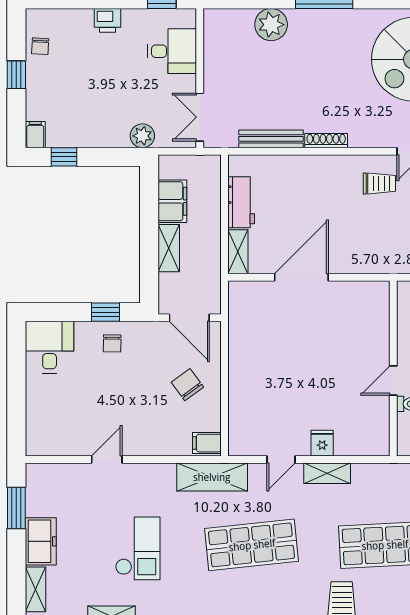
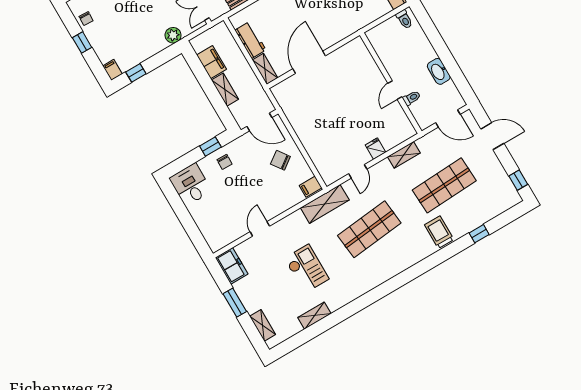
shelving: (327, 473) -> (404, 155), moved
window: (16, 508) -> (235, 303), moved
freezer: (41, 541) -> (232, 266), moved

